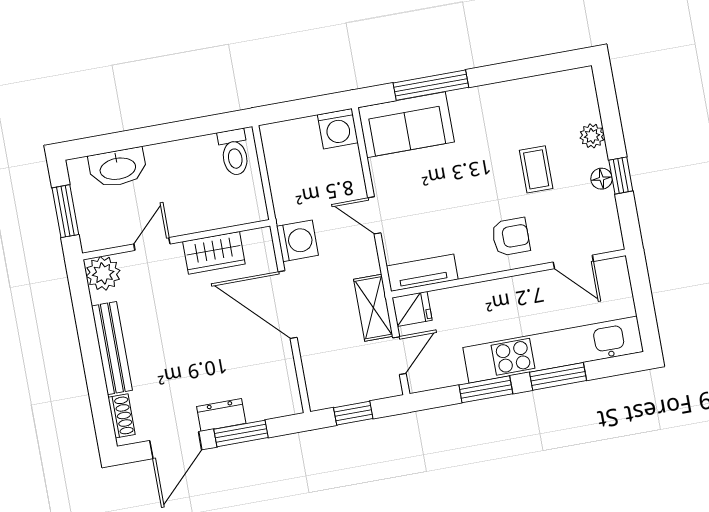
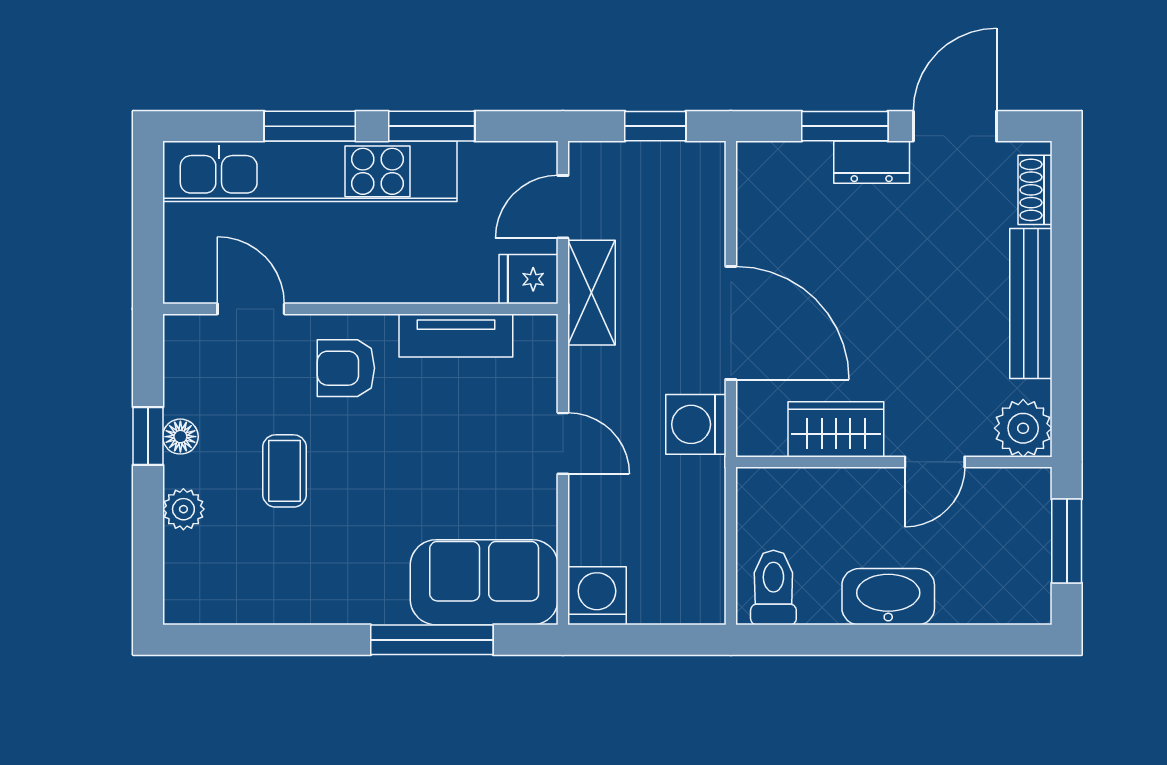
washbasin: (118, 168) -> (888, 597), moved
tv unit: (422, 273) -> (456, 335), moved

